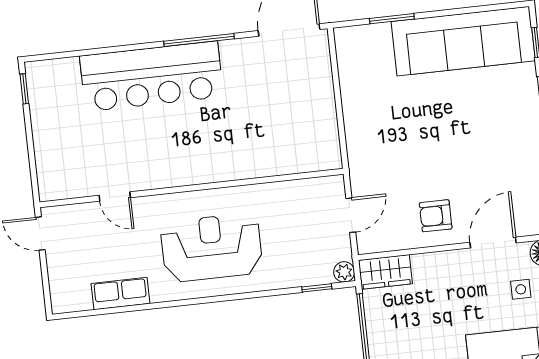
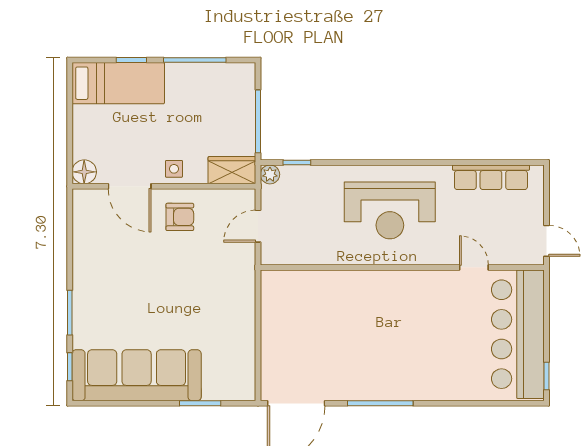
bar counter: (151, 76) -> (518, 334), moved, turned -90
door: (493, 243) -> (130, 186), hinge flipped
side table: (521, 289) -> (174, 169), moved
row of seats: (120, 294) -> (491, 177), width x1.48

